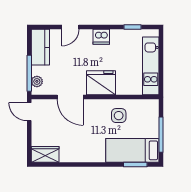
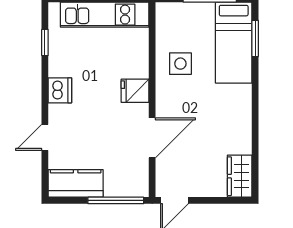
door: (70, 27) -> (45, 137), swing flipped
plant: (37, 81) -> (128, 189), removed
fridge: (101, 83) -> (135, 91), width x0.53, depth x0.75

